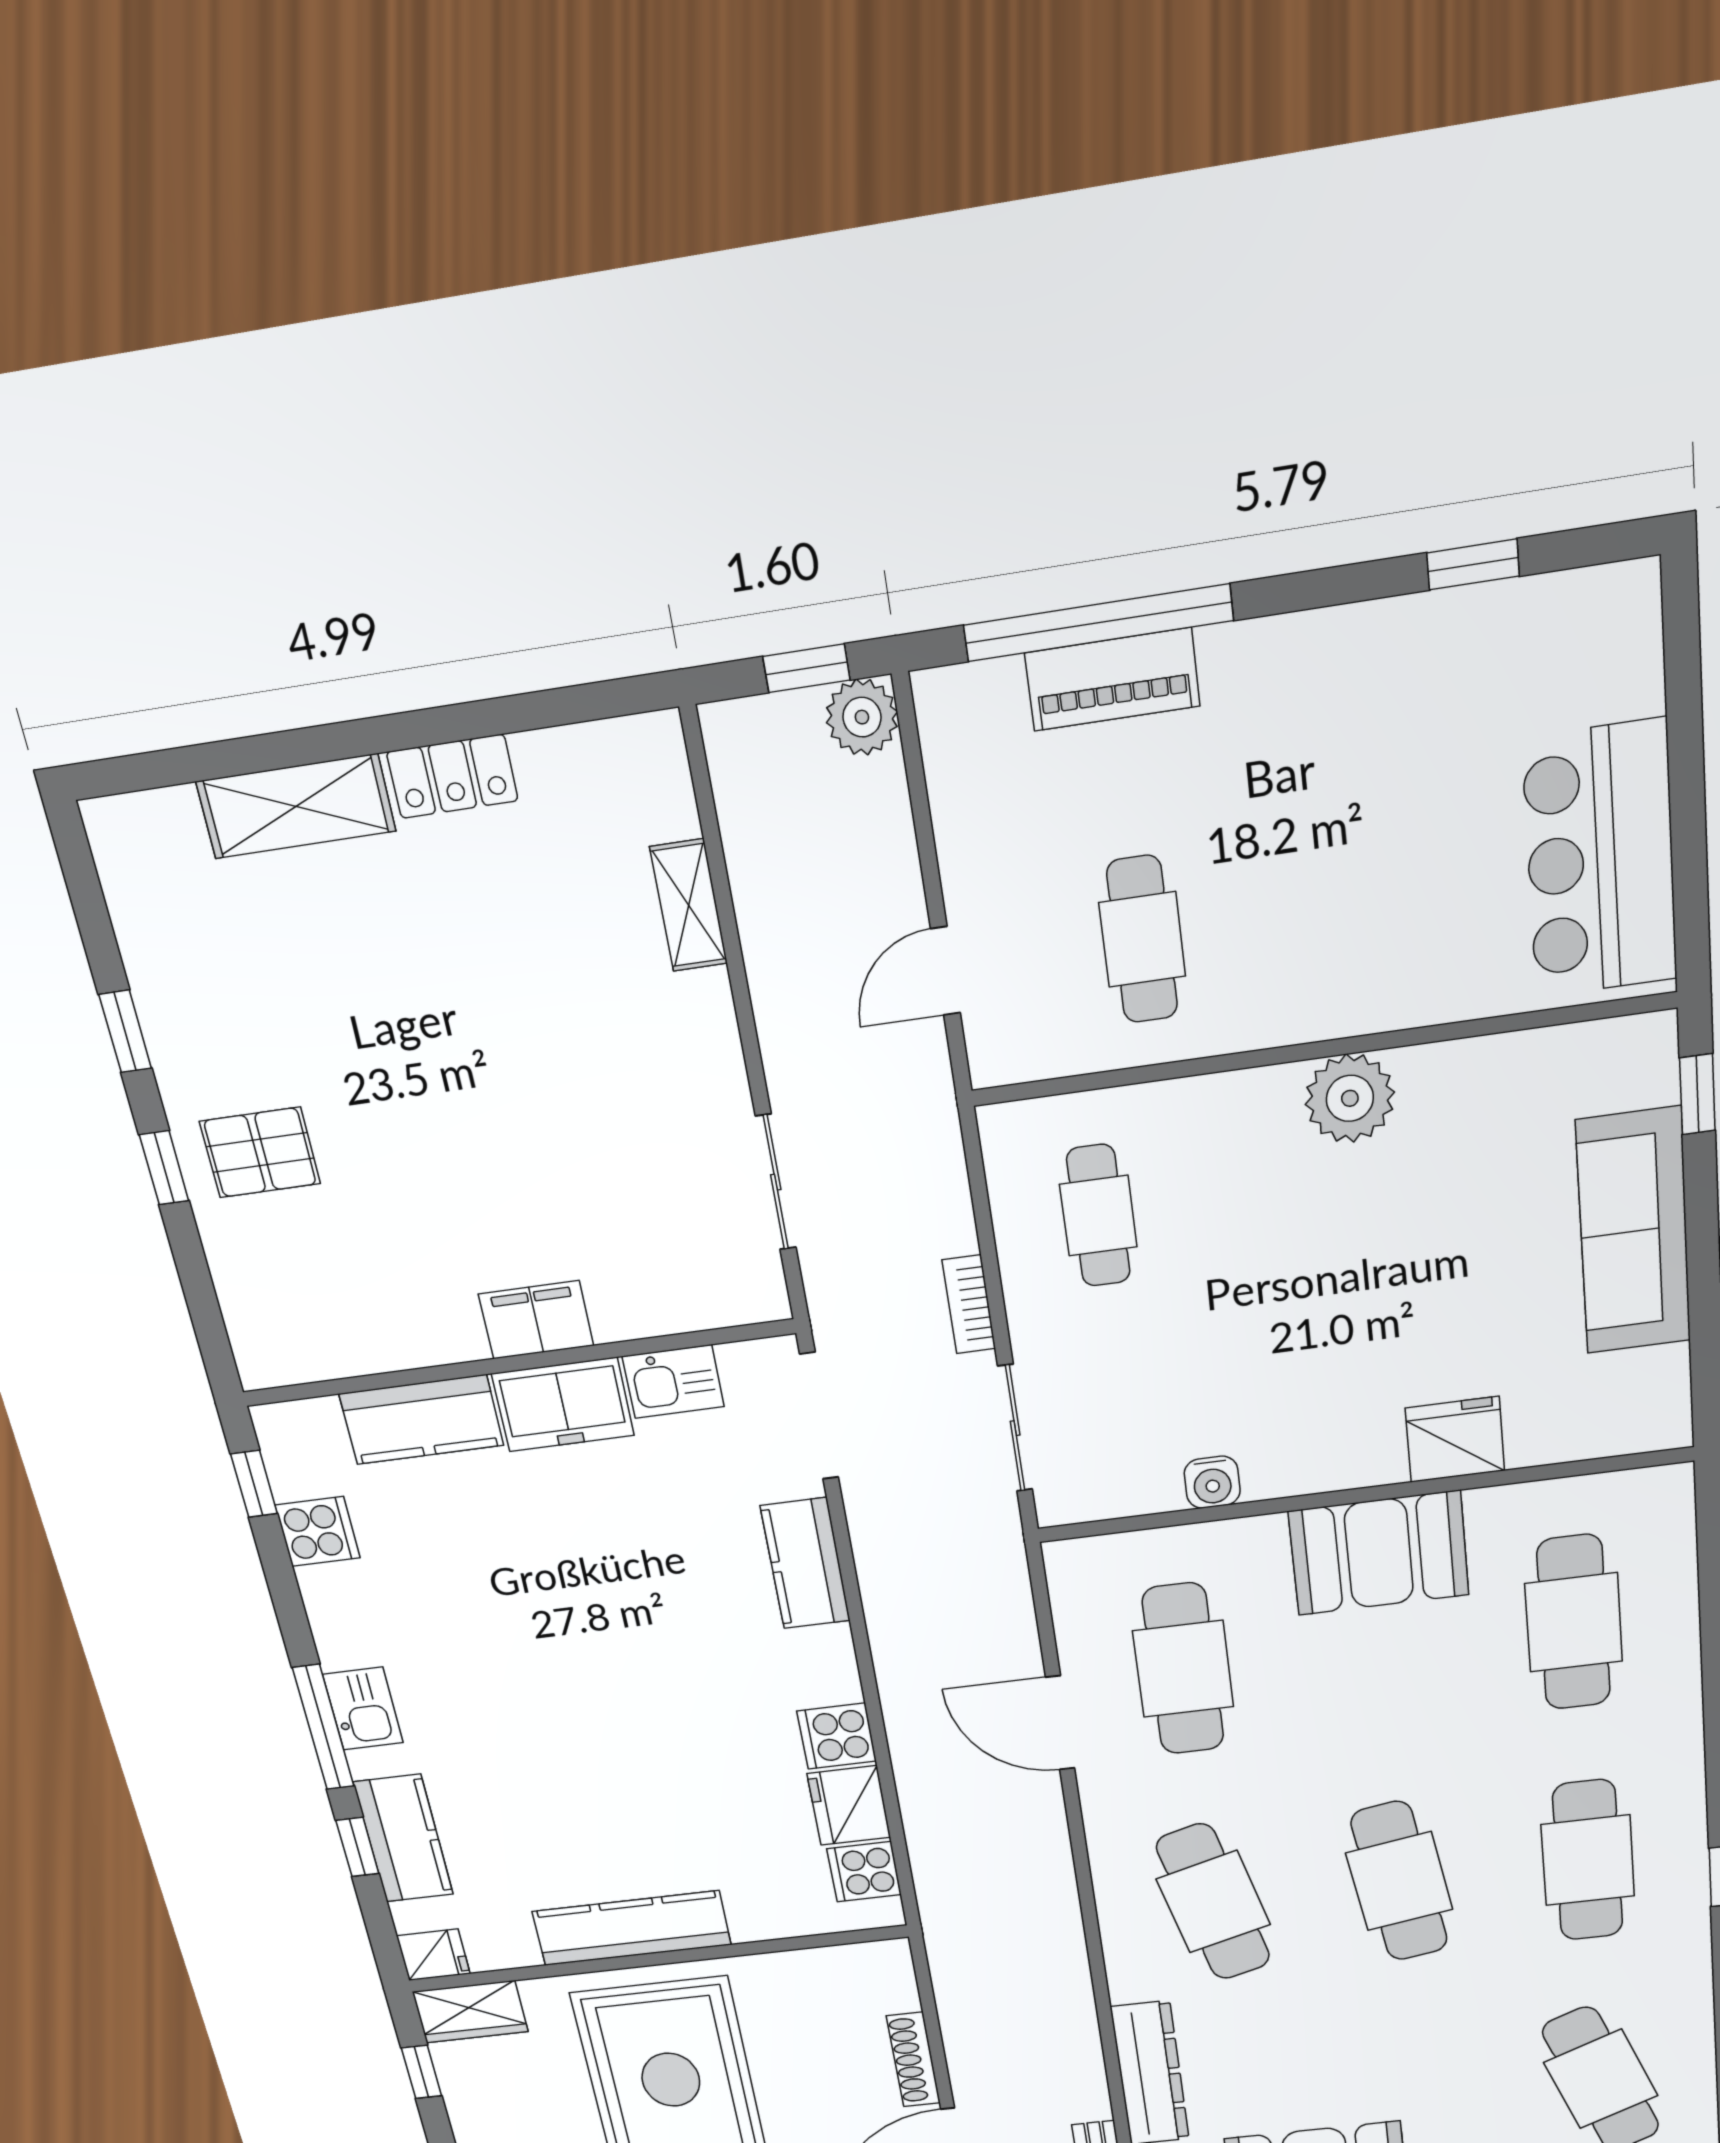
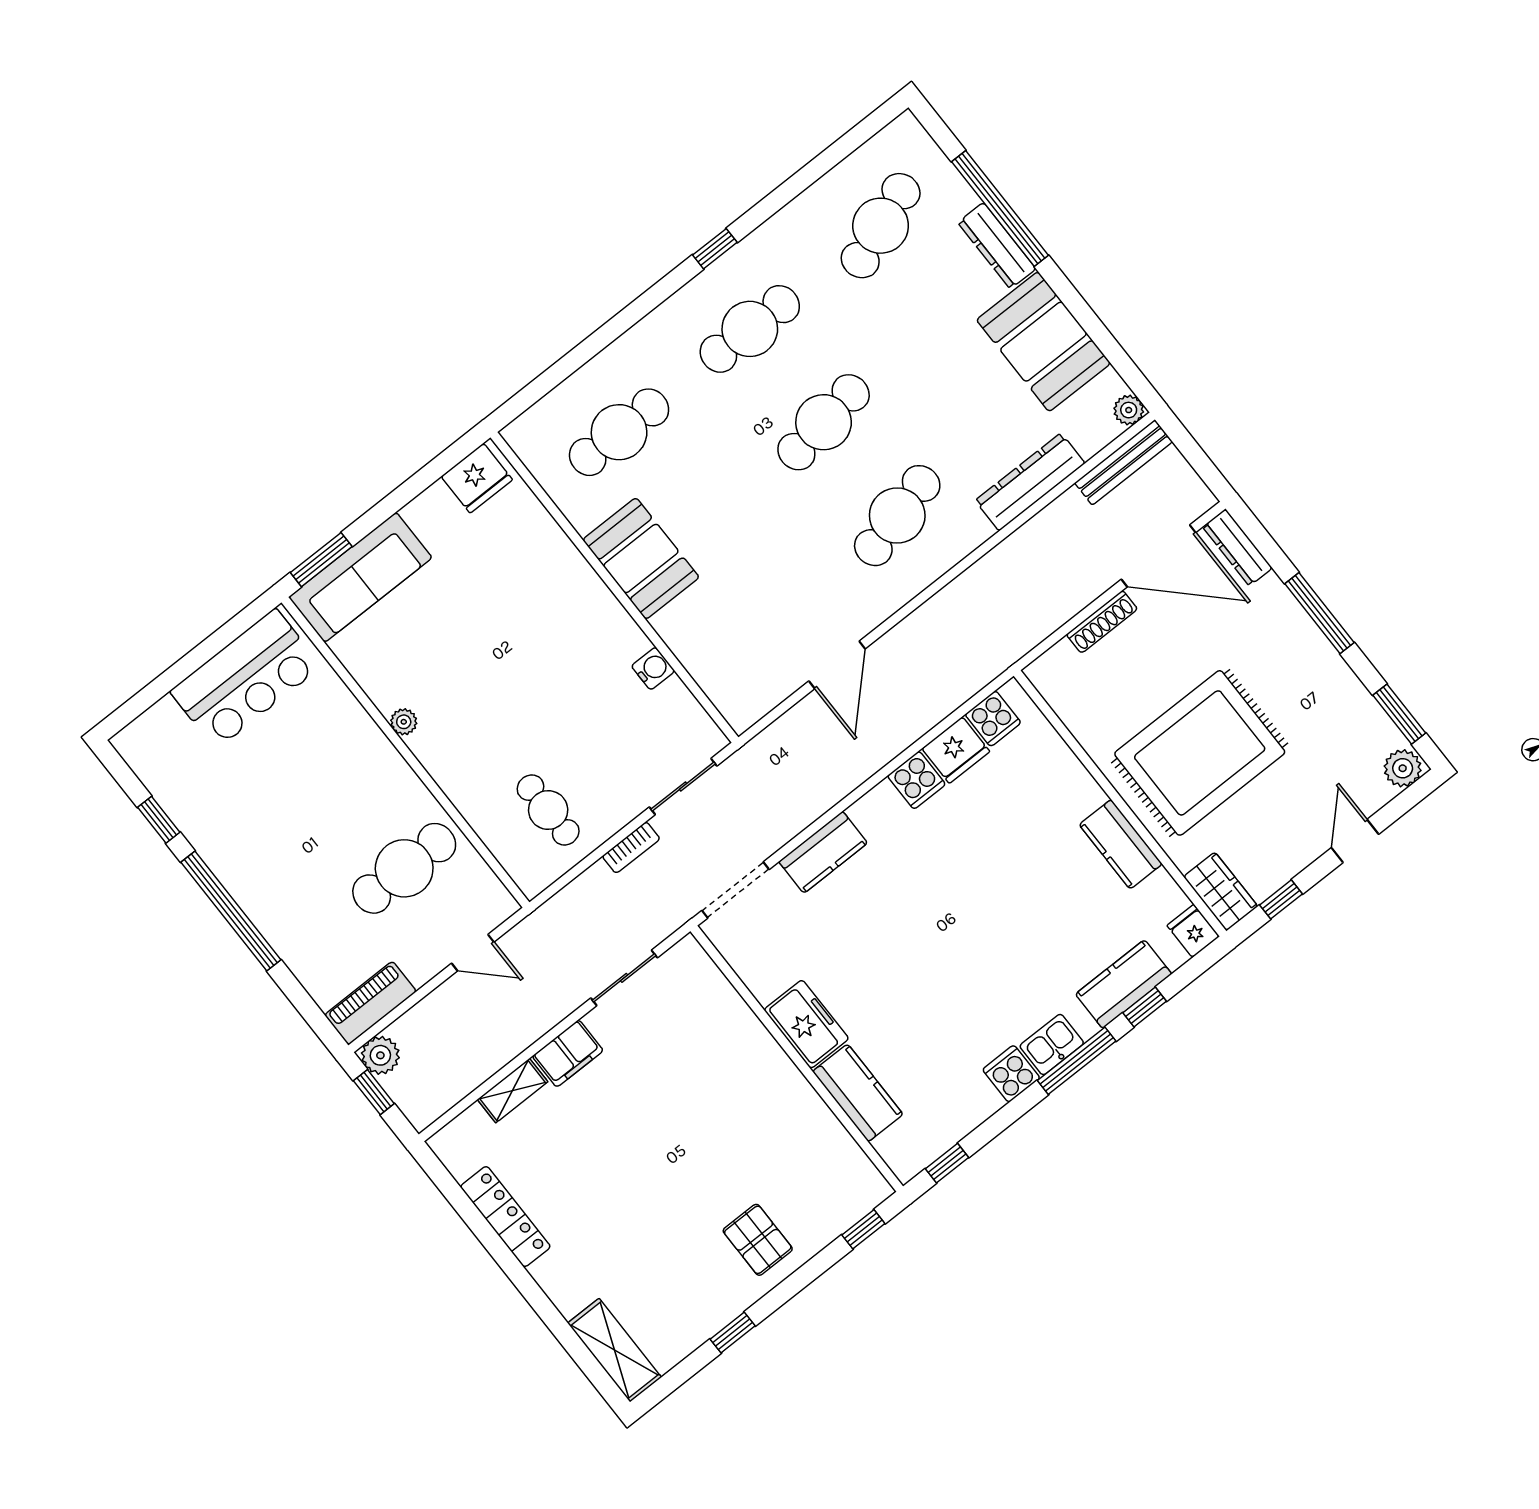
window: (1098, 623) -> (231, 911), moved
piano: (1112, 680) -> (370, 1003), moved, turned -90
locker: (452, 776) -> (505, 1217), width x1.53
shelving: (296, 806) -> (615, 1350), moved
cafe table: (1142, 940) -> (404, 868), width x1.37, depth x1.35
window: (1697, 1094) -> (321, 560), width x1.50
plant: (1350, 1098) -> (404, 722), width x0.53, depth x0.53
window: (164, 1168) -> (863, 1229), moved
cafe table: (1098, 1216) -> (548, 810), turned 90
sofa: (1634, 1232) -> (360, 577), moved
filing cabinet: (536, 1320) -> (568, 1053), moved, turned -90
kitchen sink: (673, 1382) -> (760, 974), removed
fridge: (1455, 1439) -> (477, 478), moved, turned -90
cooker: (318, 1531) -> (1011, 1074), moved
cafe table: (1183, 1669) -> (766, 619), removed
kitchen counter: (632, 1928) -> (1121, 844), width x0.67

